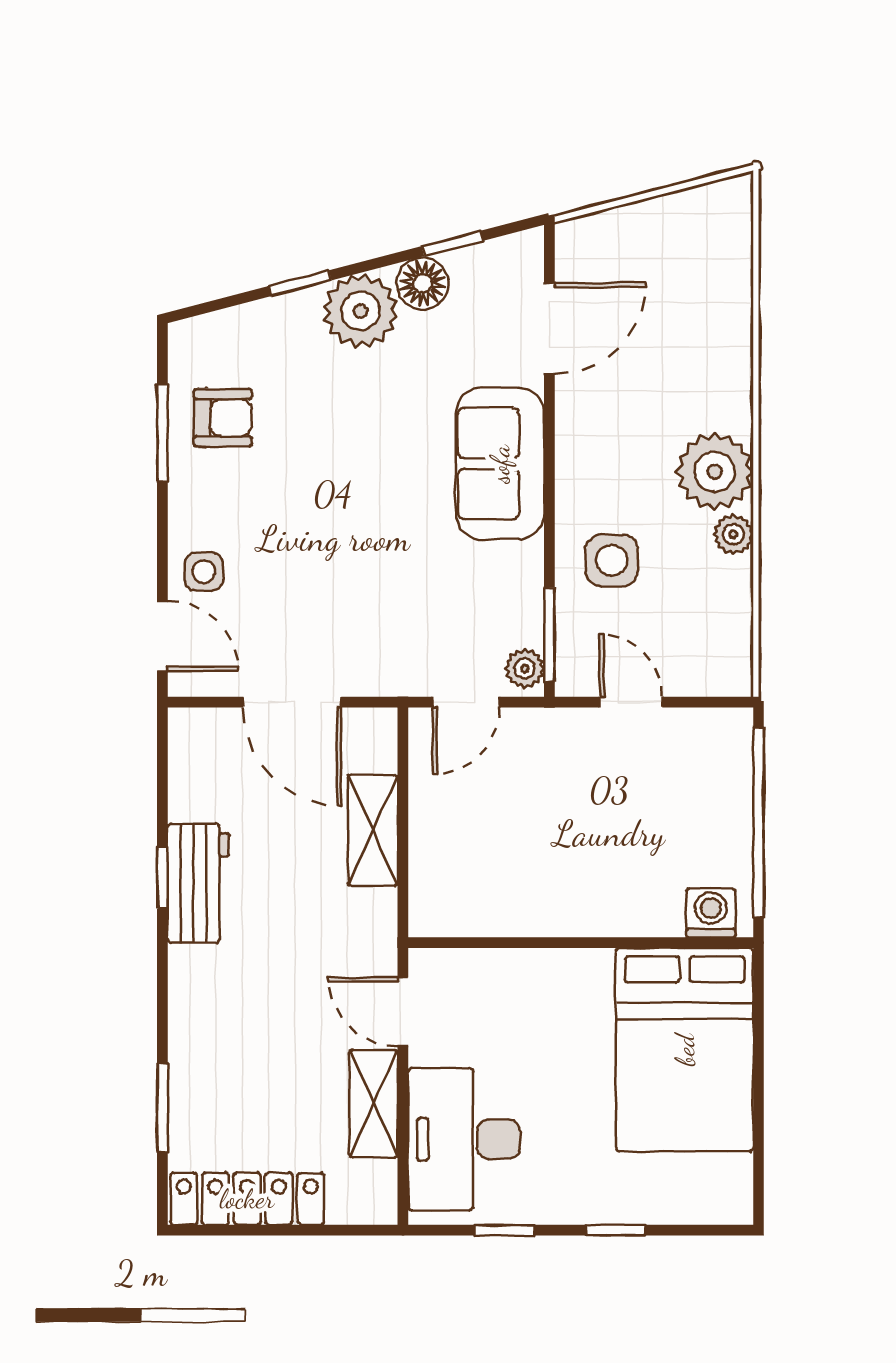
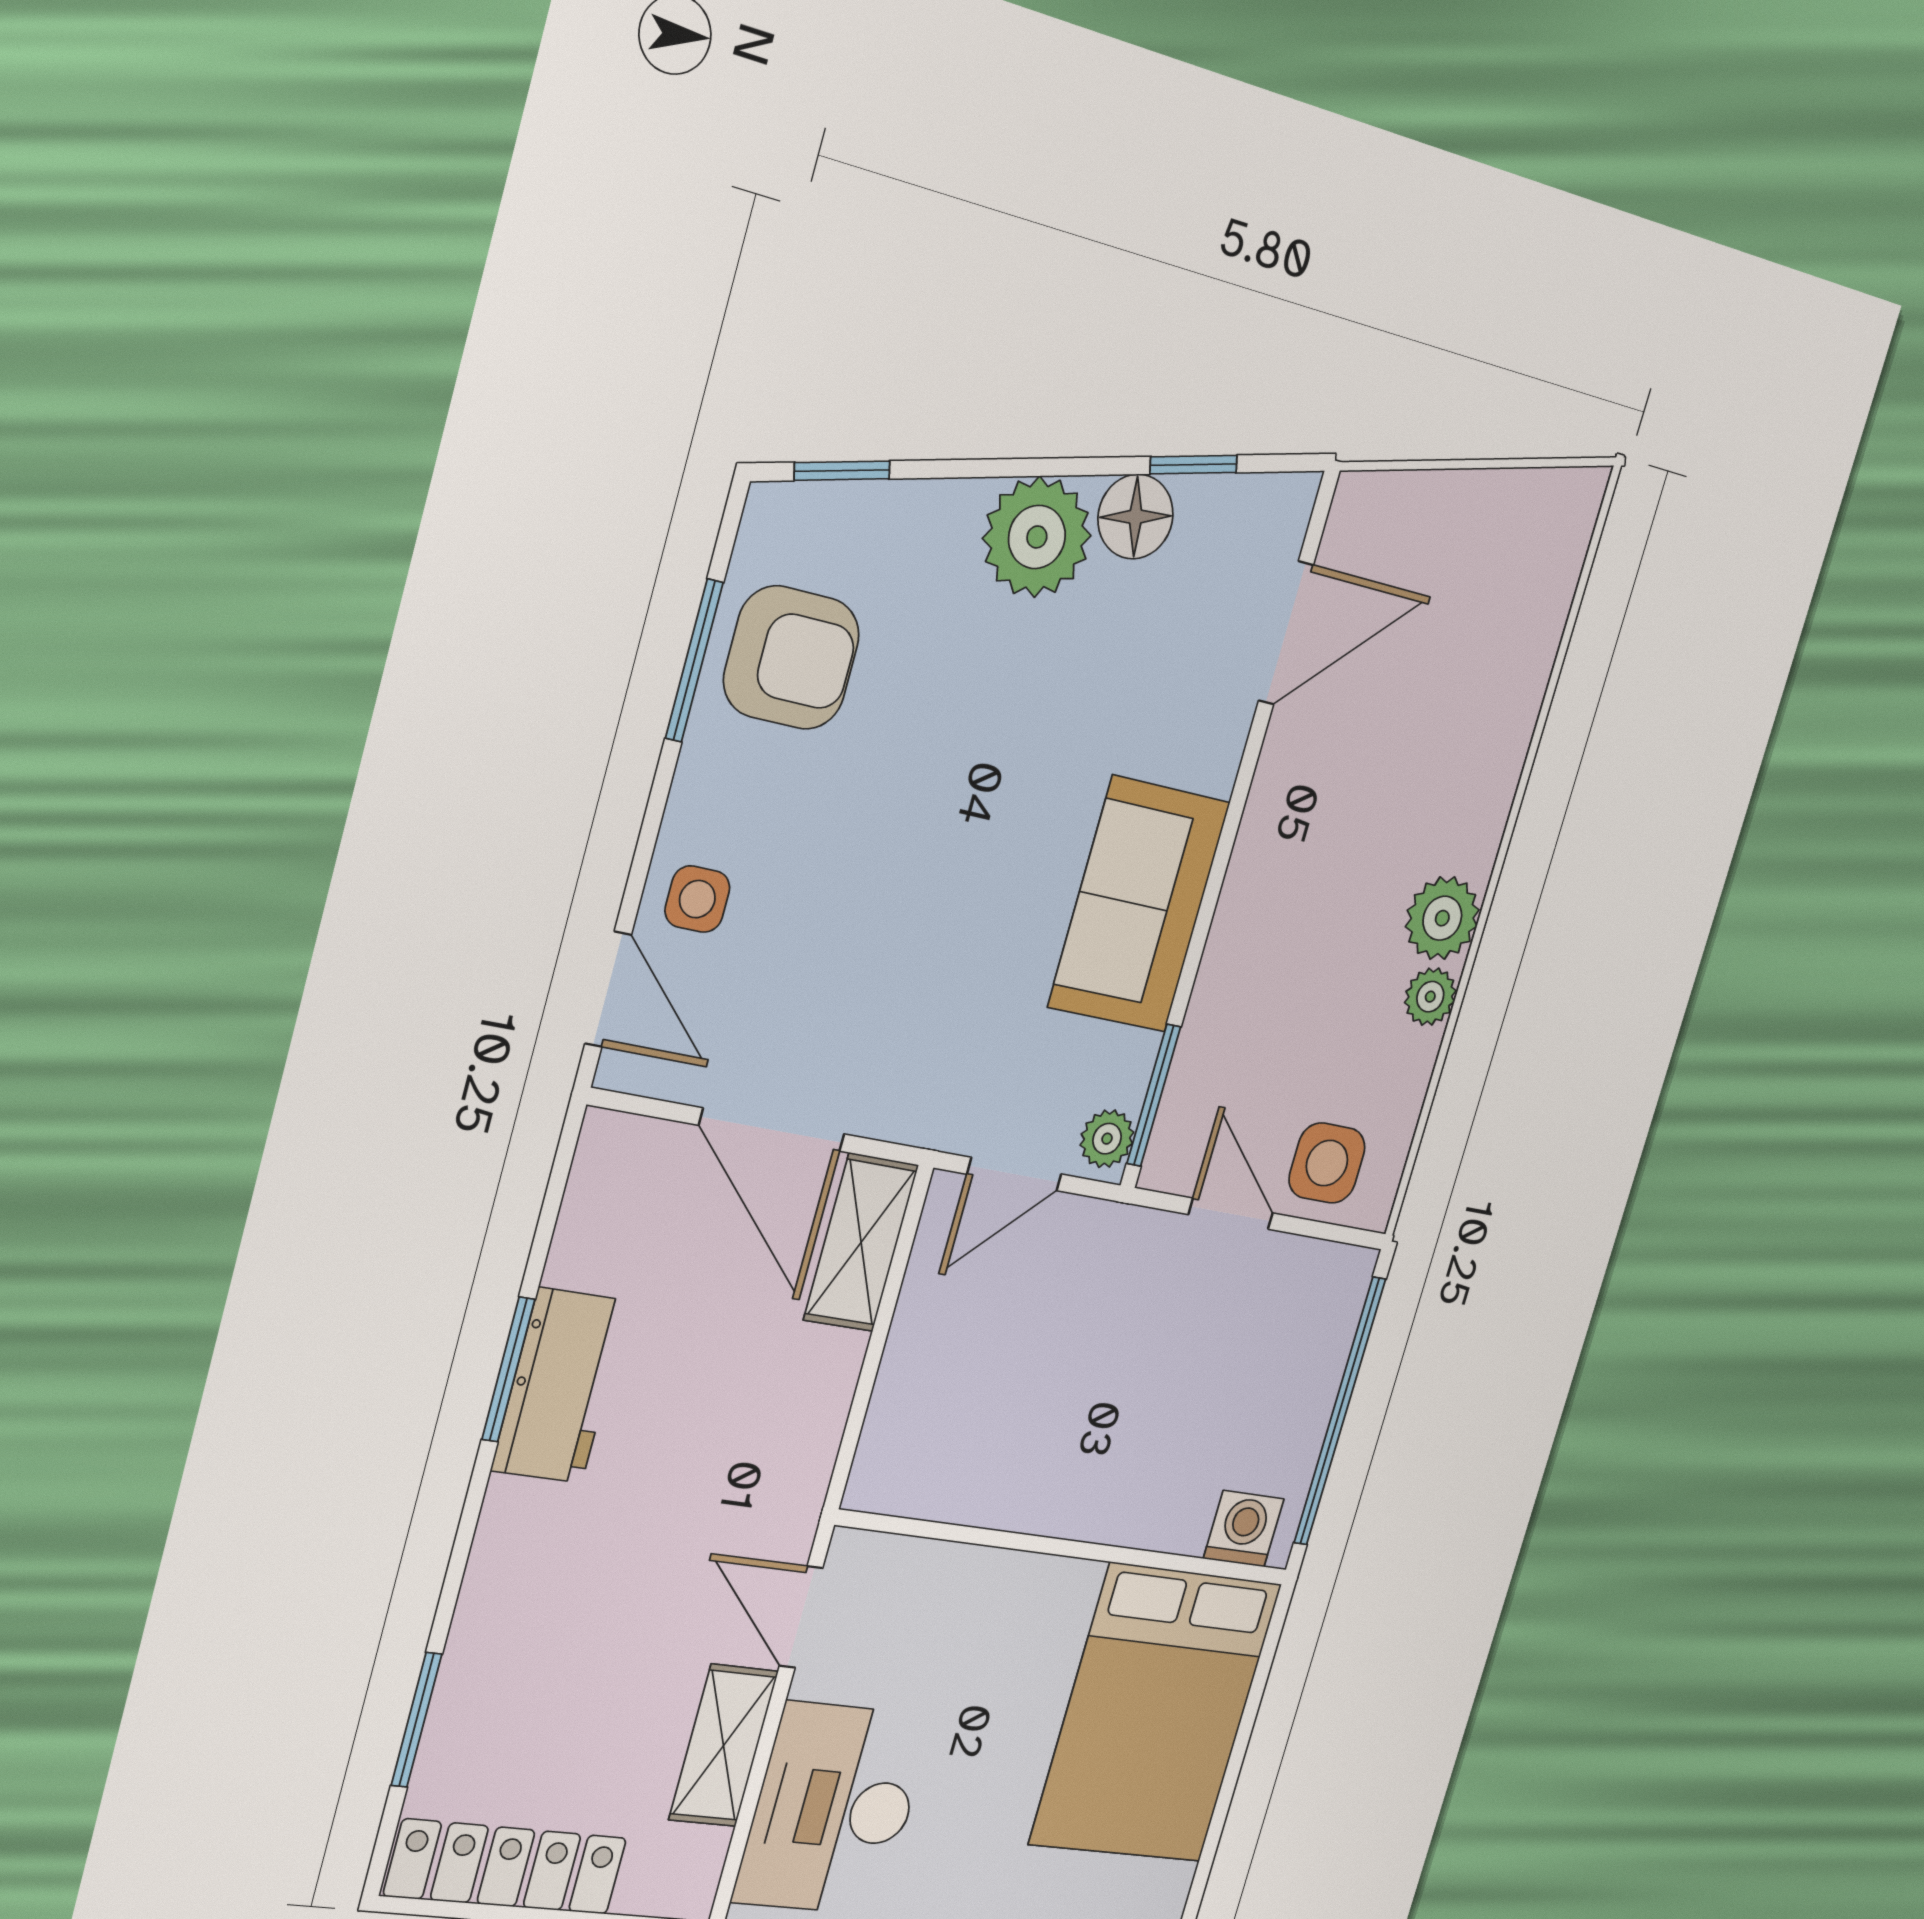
window: (300, 283) -> (842, 471), moved
armchair: (223, 418) -> (791, 658), width x1.38, depth x1.38
sofa: (500, 464) -> (1139, 905), moved
plant: (715, 472) -> (1442, 918), width x0.73, depth x0.73
side table: (612, 560) -> (1327, 1163), moved
shelving: (373, 830) -> (861, 1242), moved
window: (162, 878) -> (508, 1370), width x1.50

